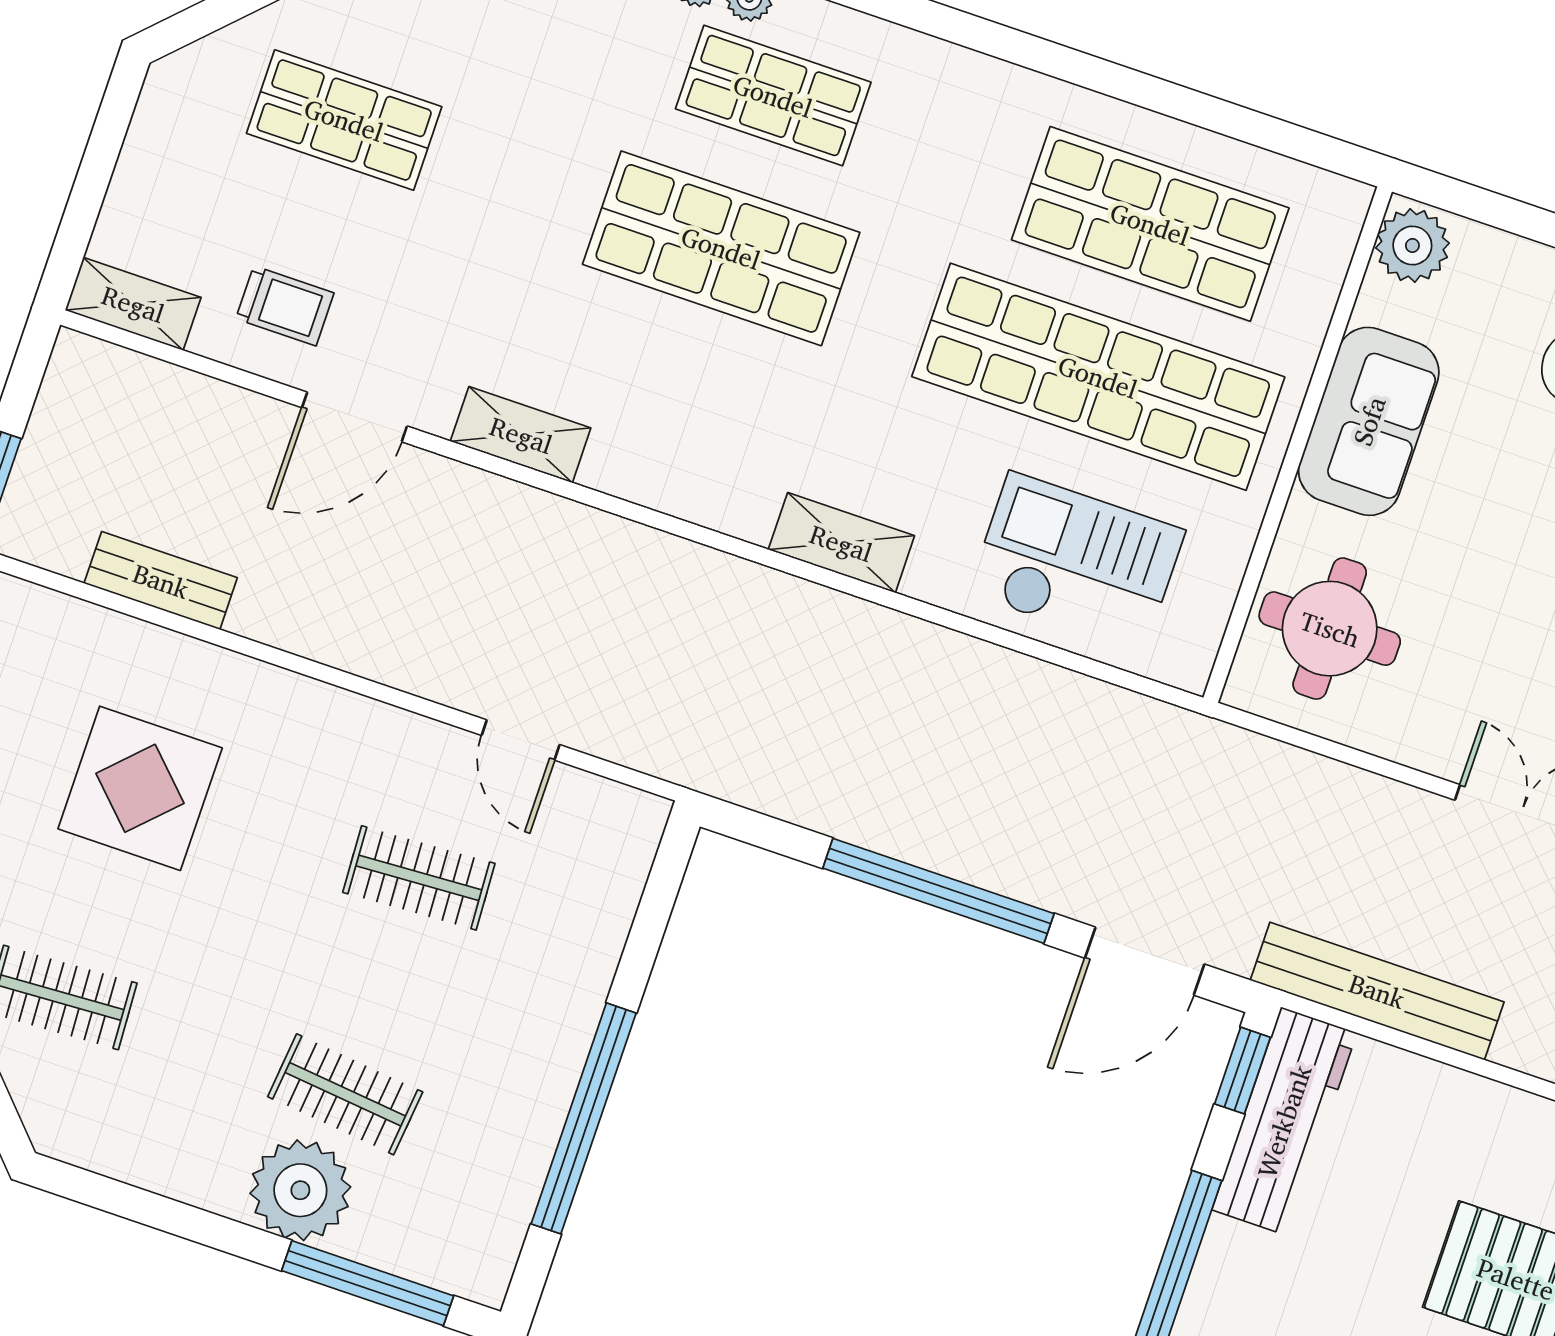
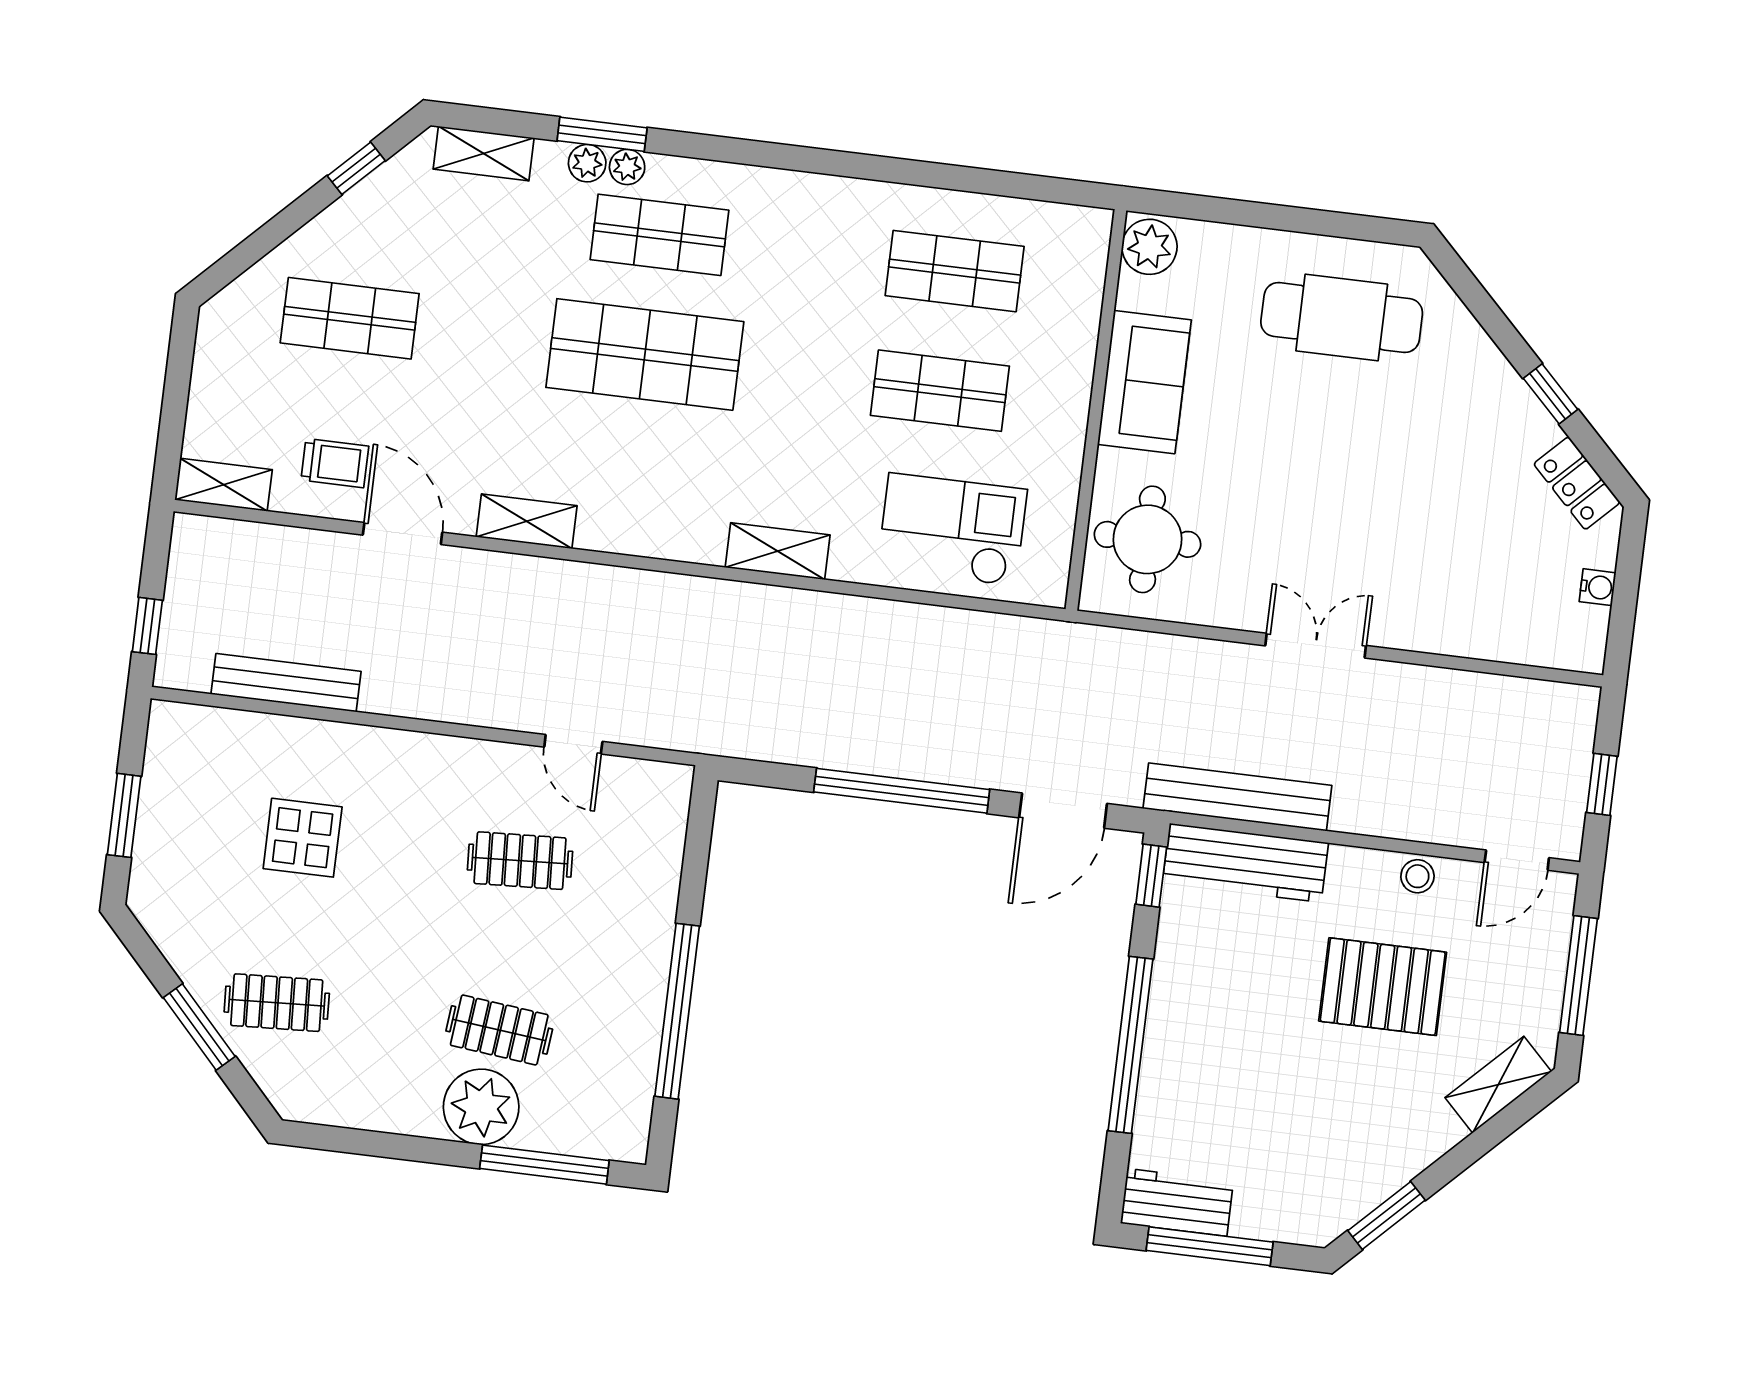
shop shelf: (1150, 224) -> (955, 271), width x0.70, depth x0.74
shop shelf: (1098, 377) -> (940, 391), width x0.50, depth x0.74
door: (354, 417) -> (403, 534), swing flipped
bench: (161, 581) -> (286, 683), width x1.36
display table: (140, 788) -> (303, 838), width x0.73, depth x0.73
workbench: (1284, 1121) -> (1245, 863), moved, turned 90

